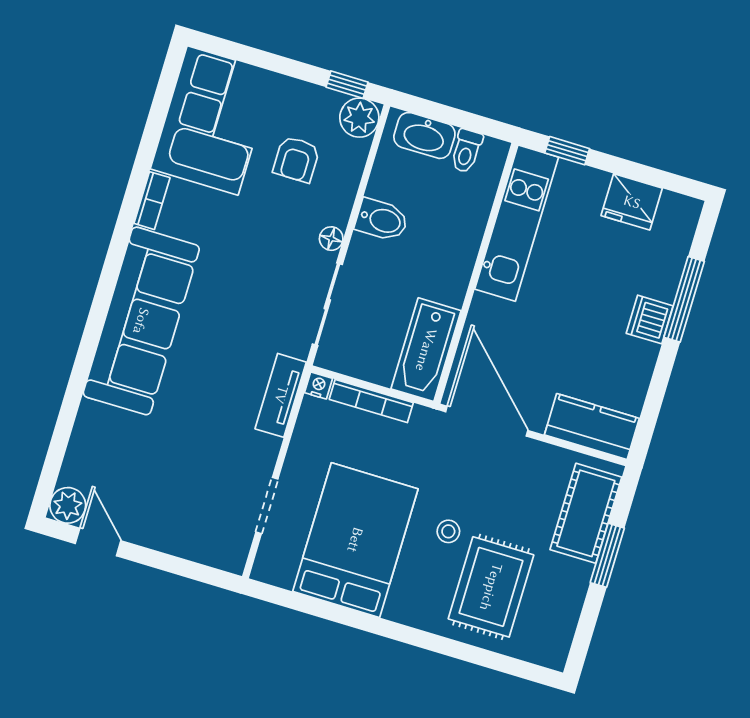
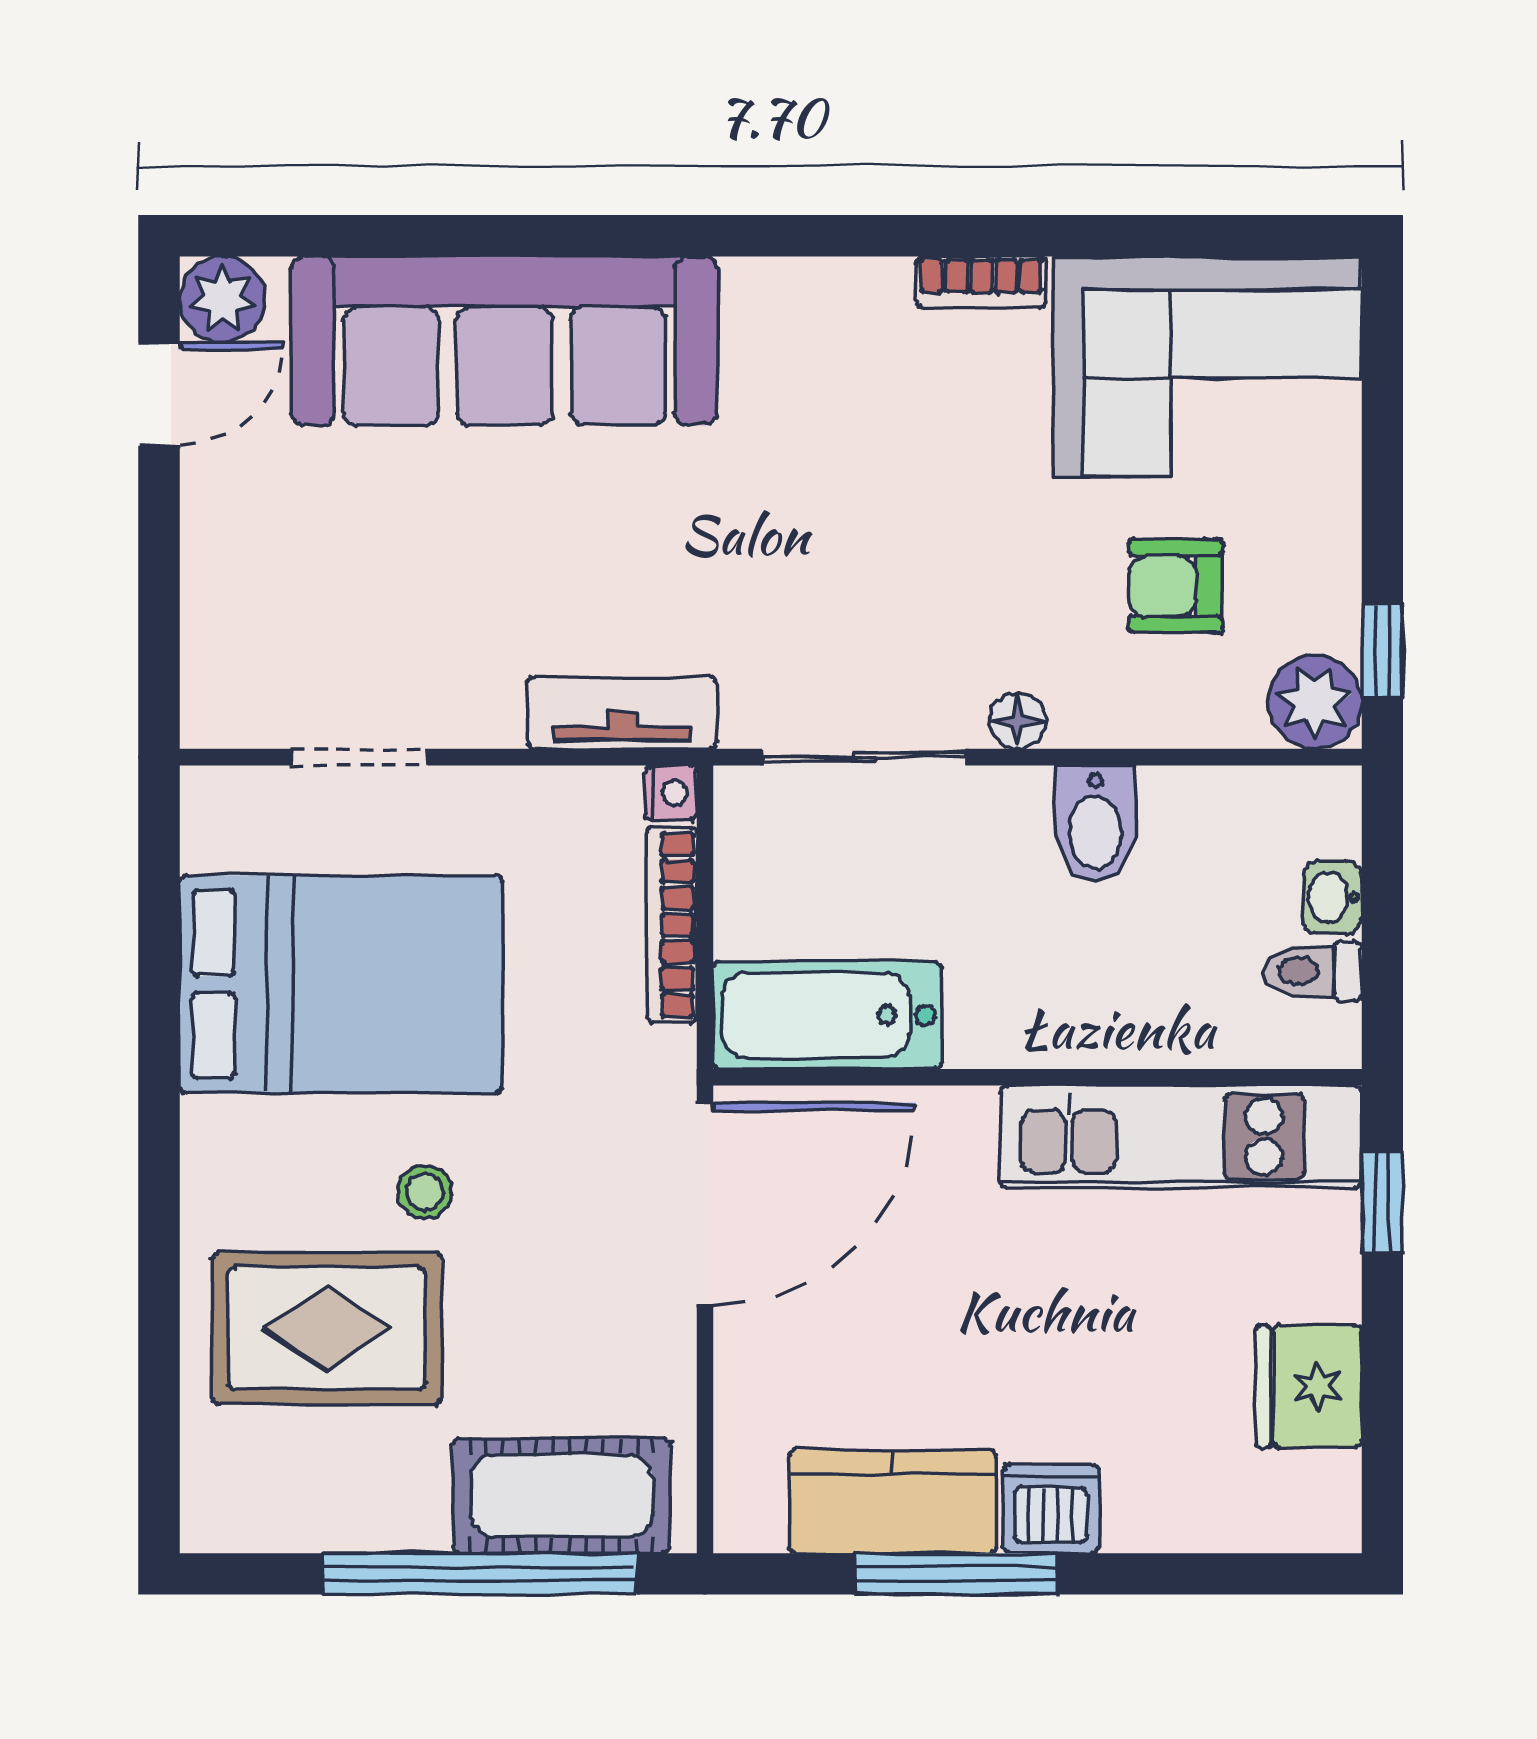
washbasin: (424, 135) -> (1332, 897), width x0.52, depth x0.69
window: (684, 299) -> (956, 1574), moved
sofa: (141, 321) -> (504, 341), moved
kitchen counter: (592, 427) -> (893, 1502), moved, turned -90
window: (607, 555) -> (480, 1574), width x2.11

